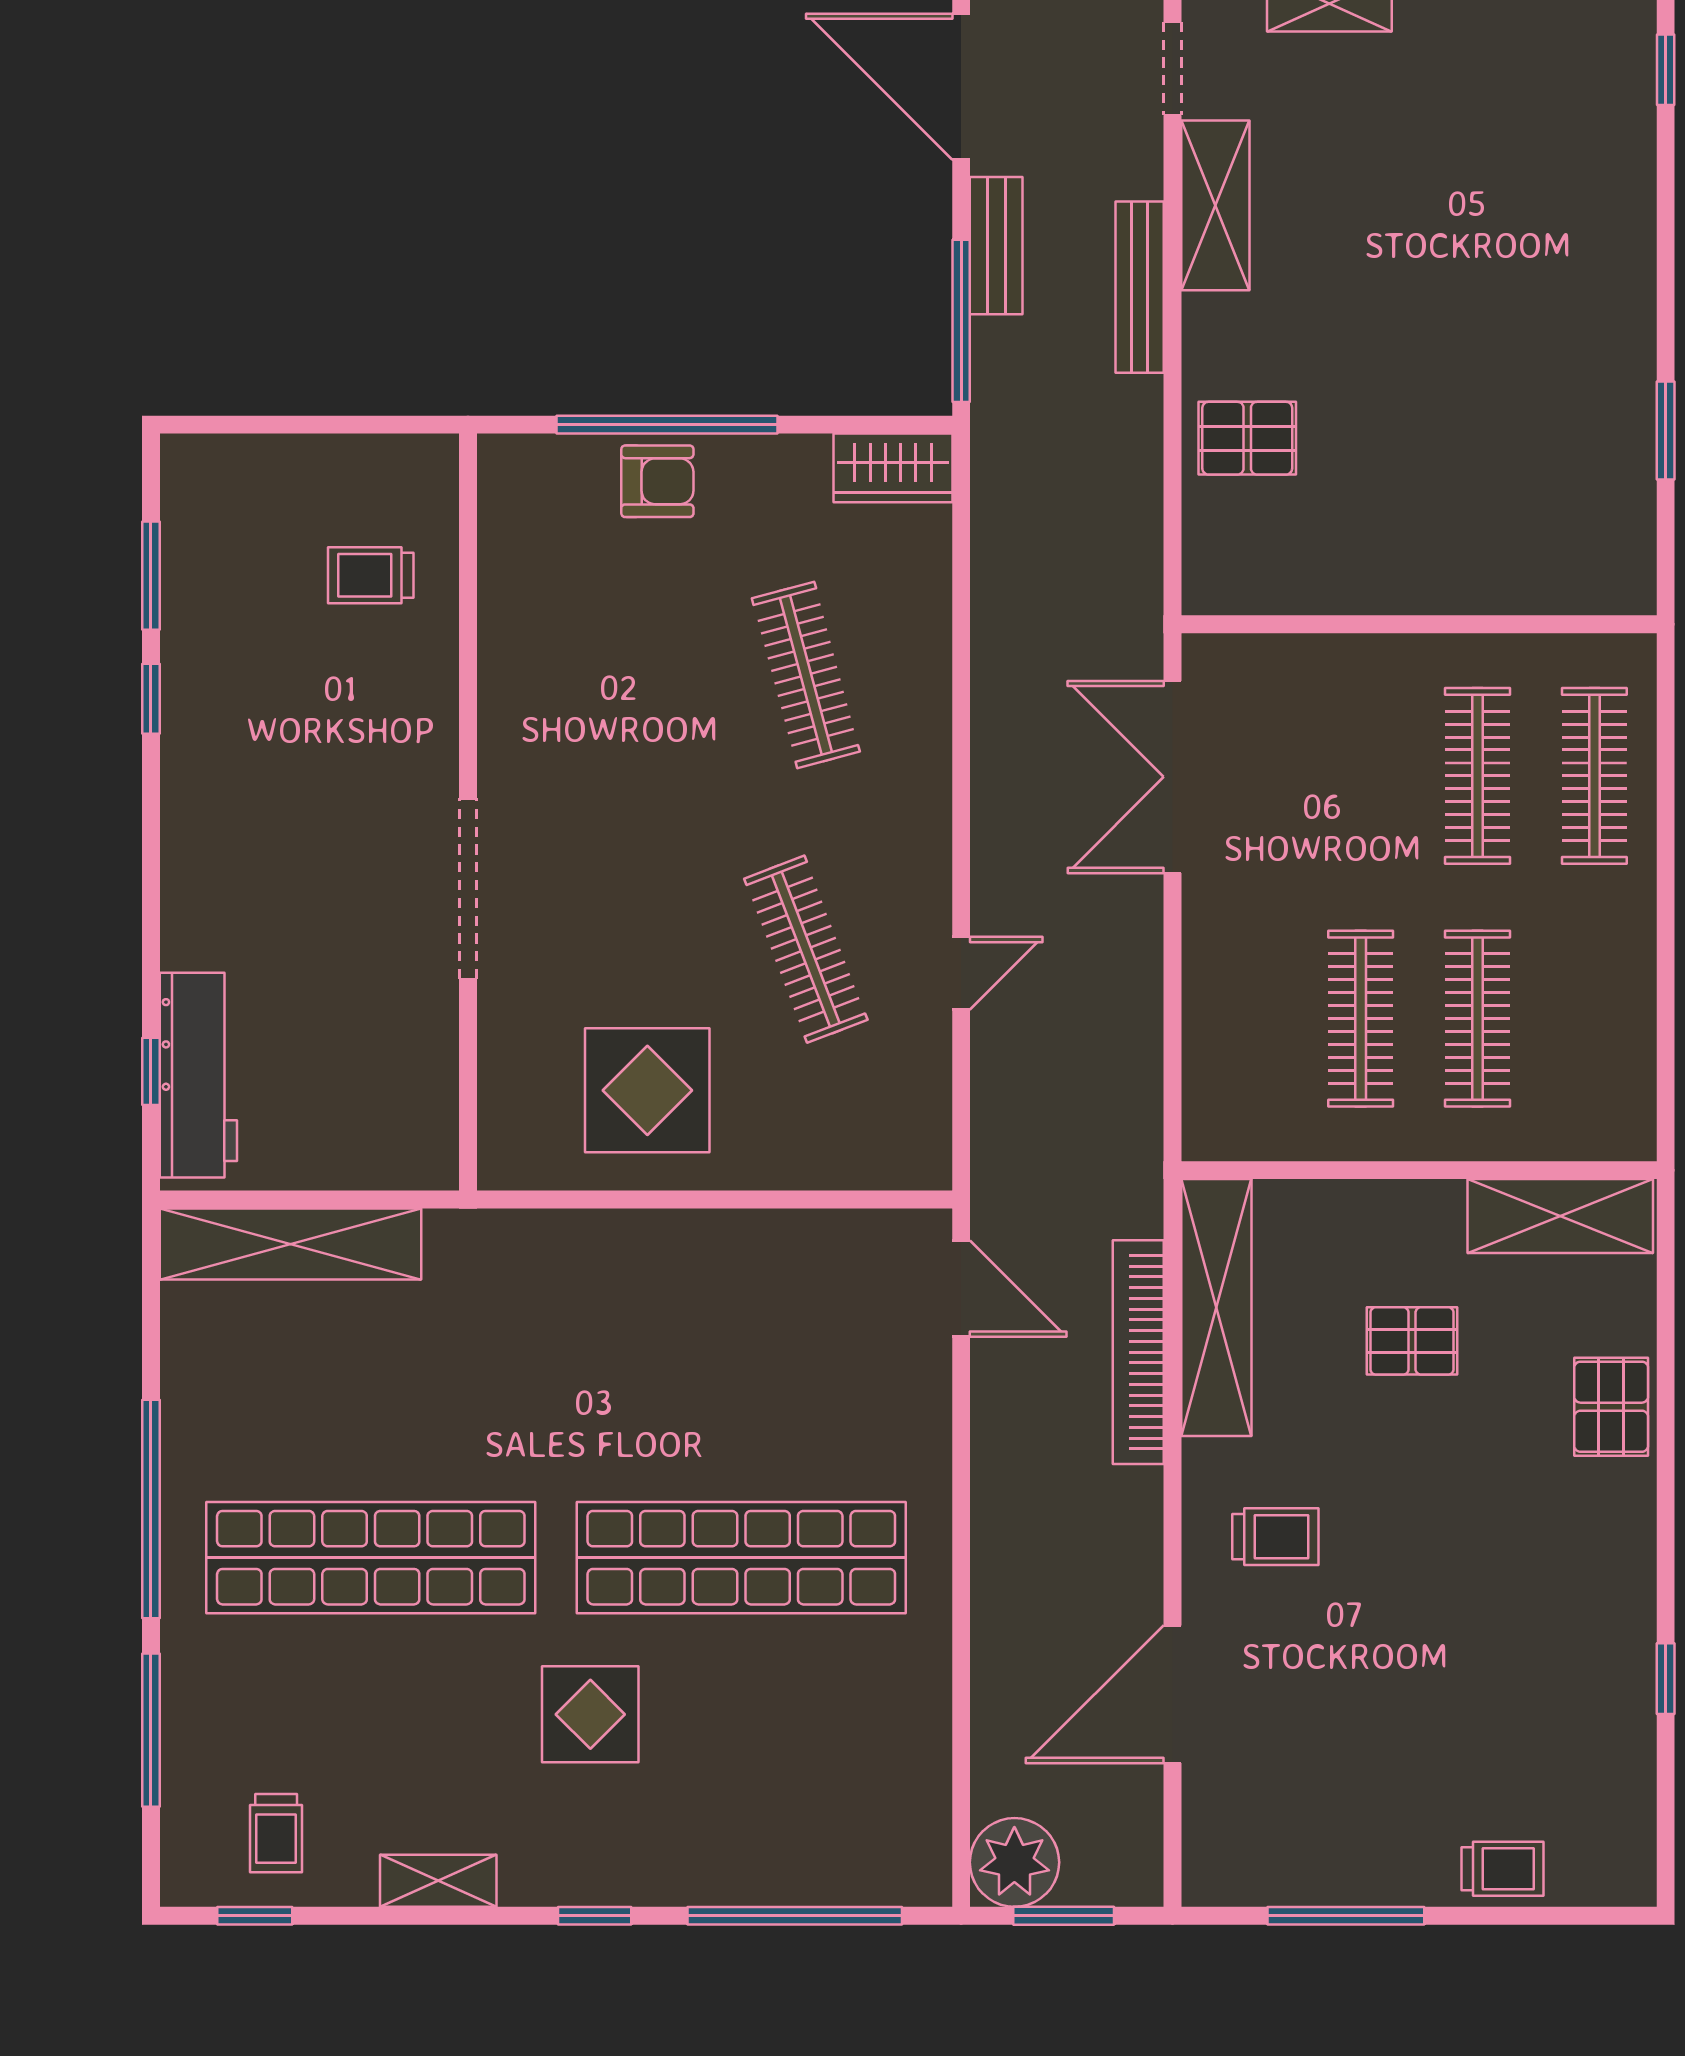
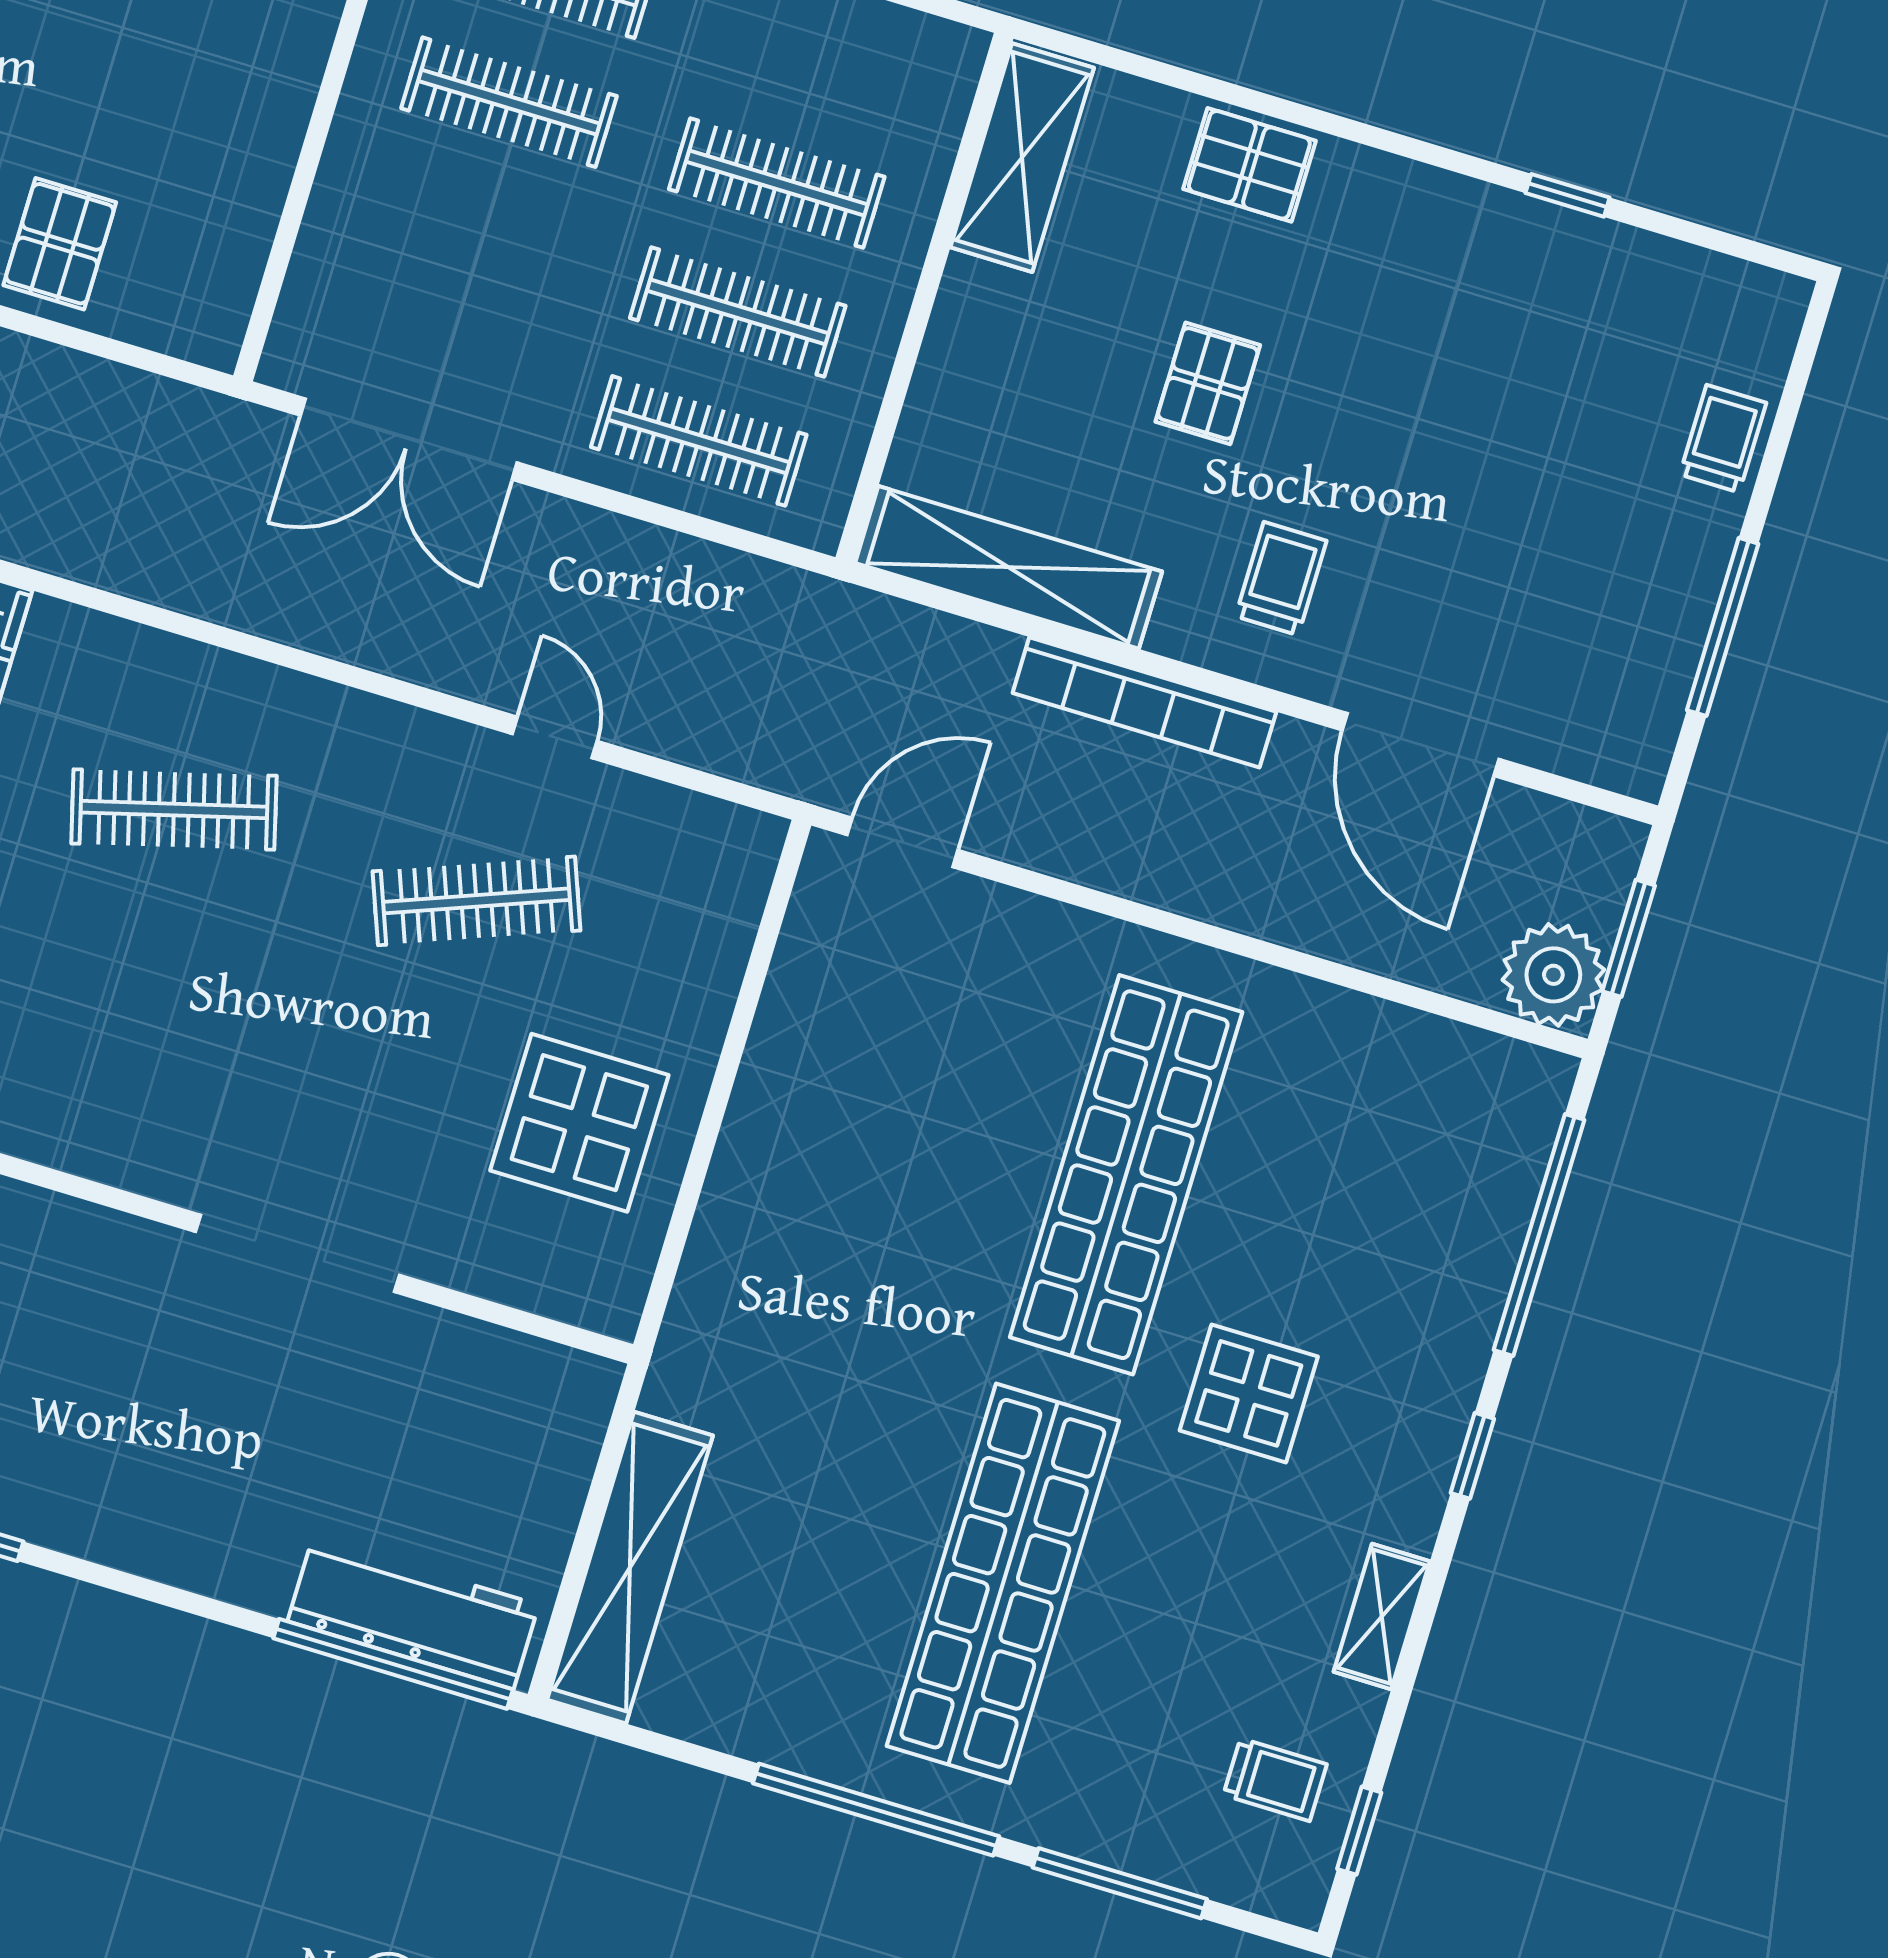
clothes rail: (1244, 1019) -> (699, 441), added
window: (151, 1071) -> (393, 1664), width x3.17
pallet: (1412, 1341) -> (1208, 383), moved
bookcase: (1138, 1352) -> (1144, 702), moved

